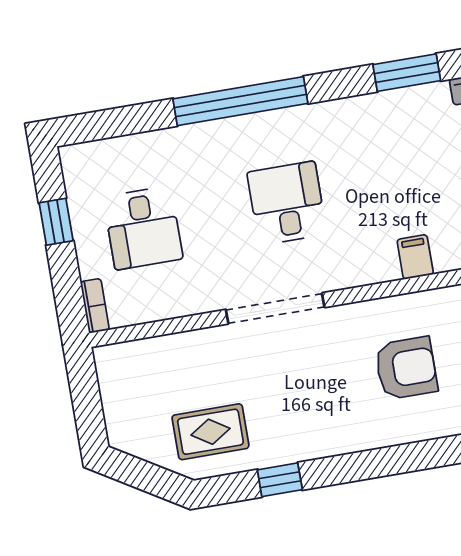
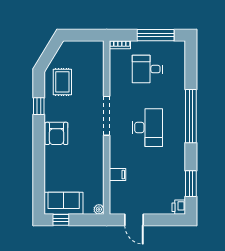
desk: (287, 203) -> (147, 128), width x1.37
window: (56, 222) -> (156, 35), width x2.17
armchair: (406, 368) -> (56, 133), moved

